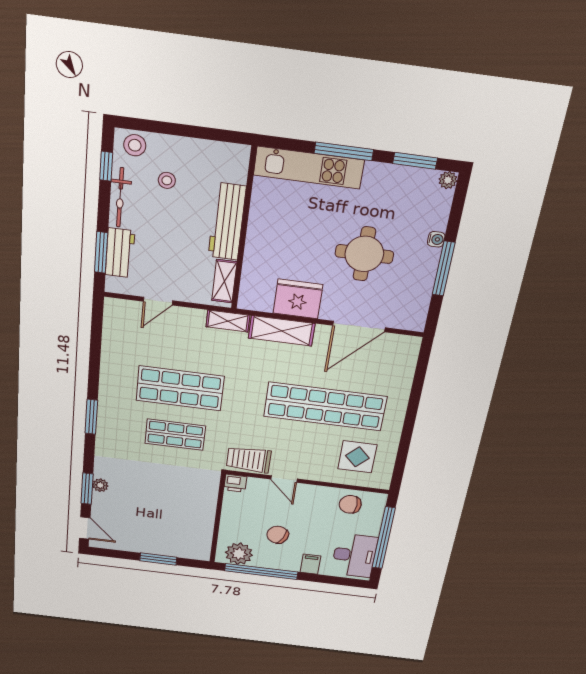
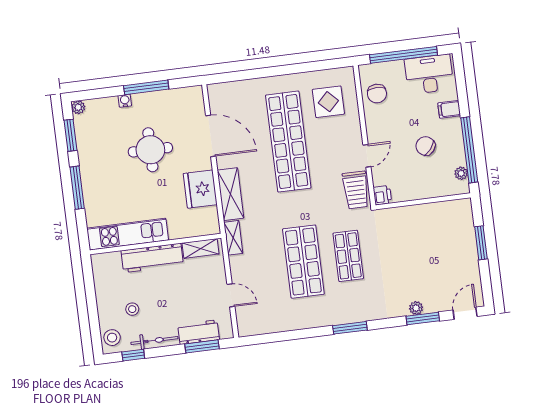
kitchen unit: (309, 168) -> (128, 234), moved, turned -90
chair: (278, 535) -> (426, 146), turned 105
plant: (239, 554) -> (461, 173), width x0.53, depth x0.53

